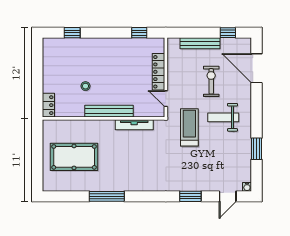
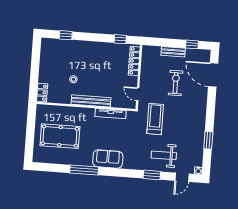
bench: (200, 43) -> (173, 52), width x0.73
locker: (158, 72) -> (134, 61), moved
weight bench: (223, 117) -> (164, 155), moved
sofa: (135, 181) -> (108, 159), added

